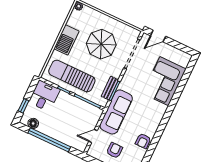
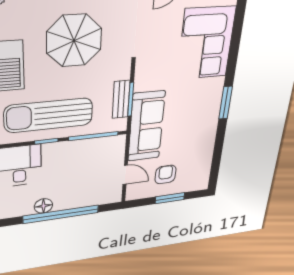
floor lamp: (33, 123) -> (43, 206), moved
window: (163, 123) -> (226, 103), added
door: (93, 136) -> (125, 175), swing flipped
armchair: (143, 141) -> (203, 141), removed

